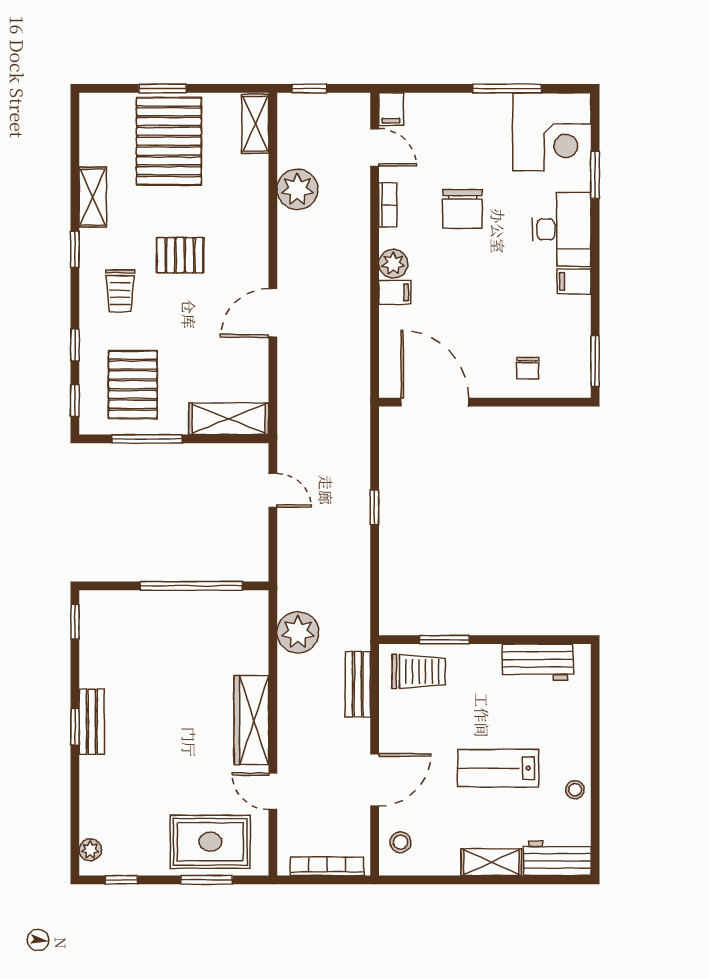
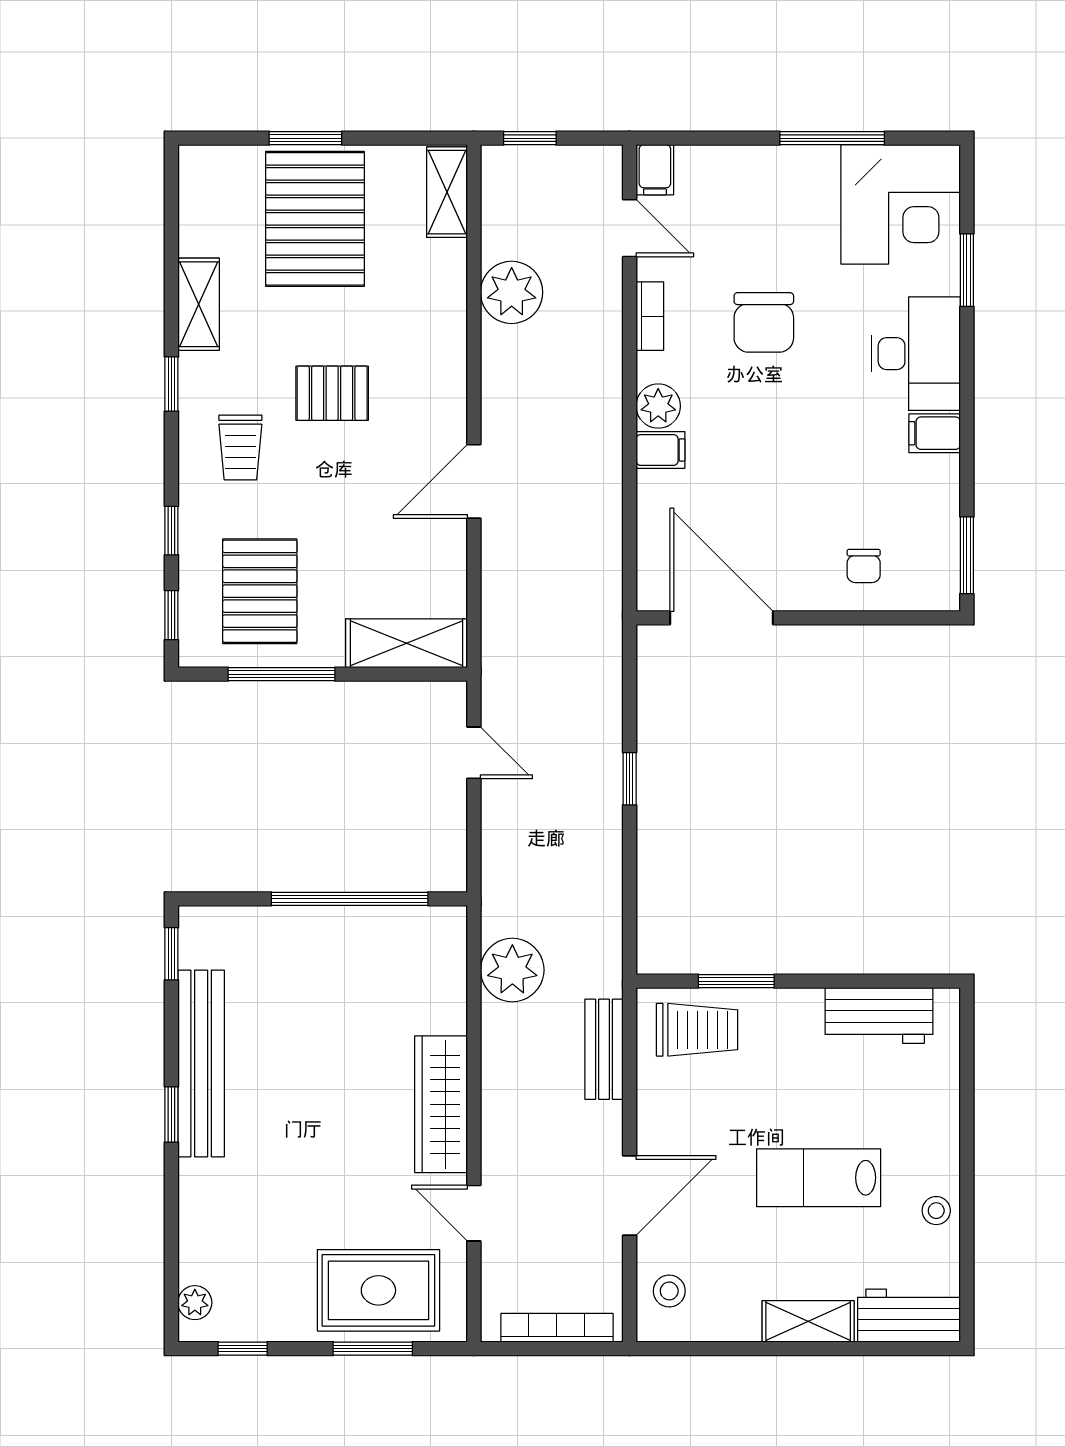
bench: (92, 722) -> (201, 1063), width x1.86, depth x1.21

